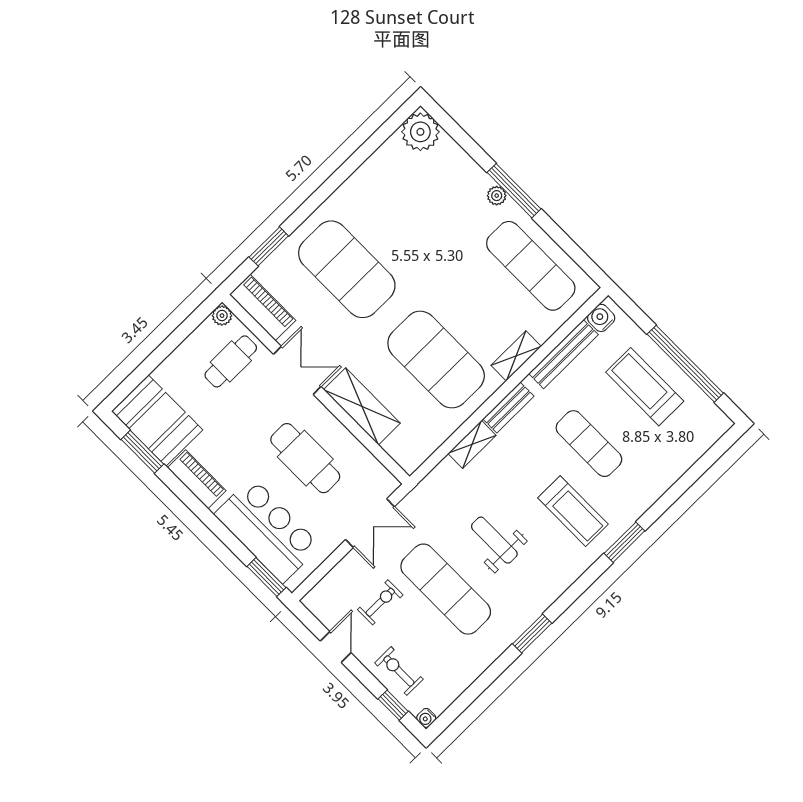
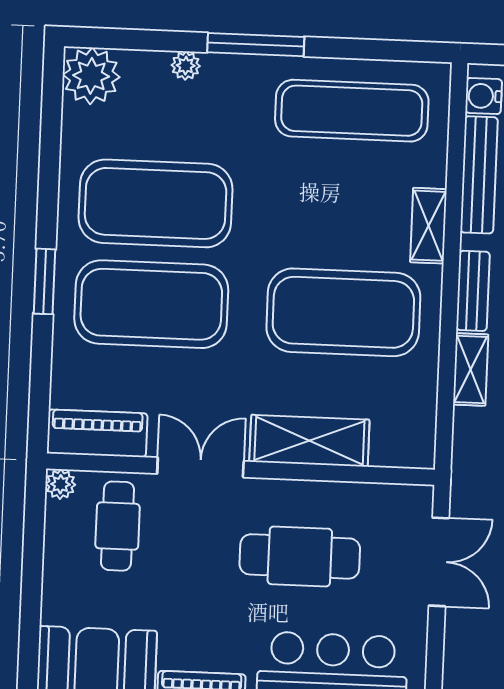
plant: (497, 196) -> (186, 66), moved
exercise mat: (394, 222) -> (156, 203), added
window: (269, 246) -> (44, 281), moved

